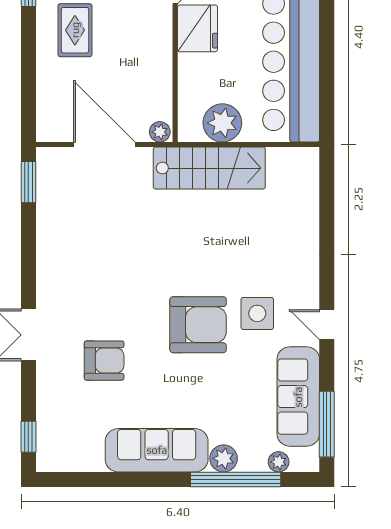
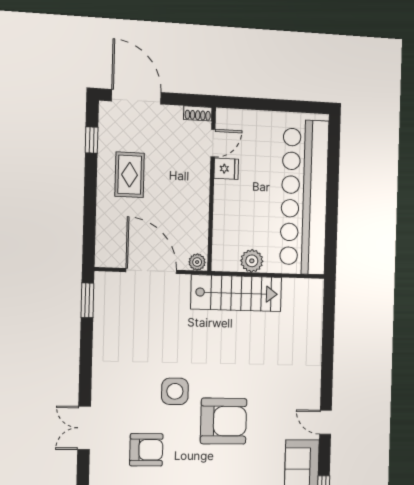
fridge: (198, 28) -> (226, 169), width x0.53, depth x0.75
plant: (222, 123) -> (252, 261), width x0.73, depth x0.73
side table: (257, 313) -> (175, 391), moved

